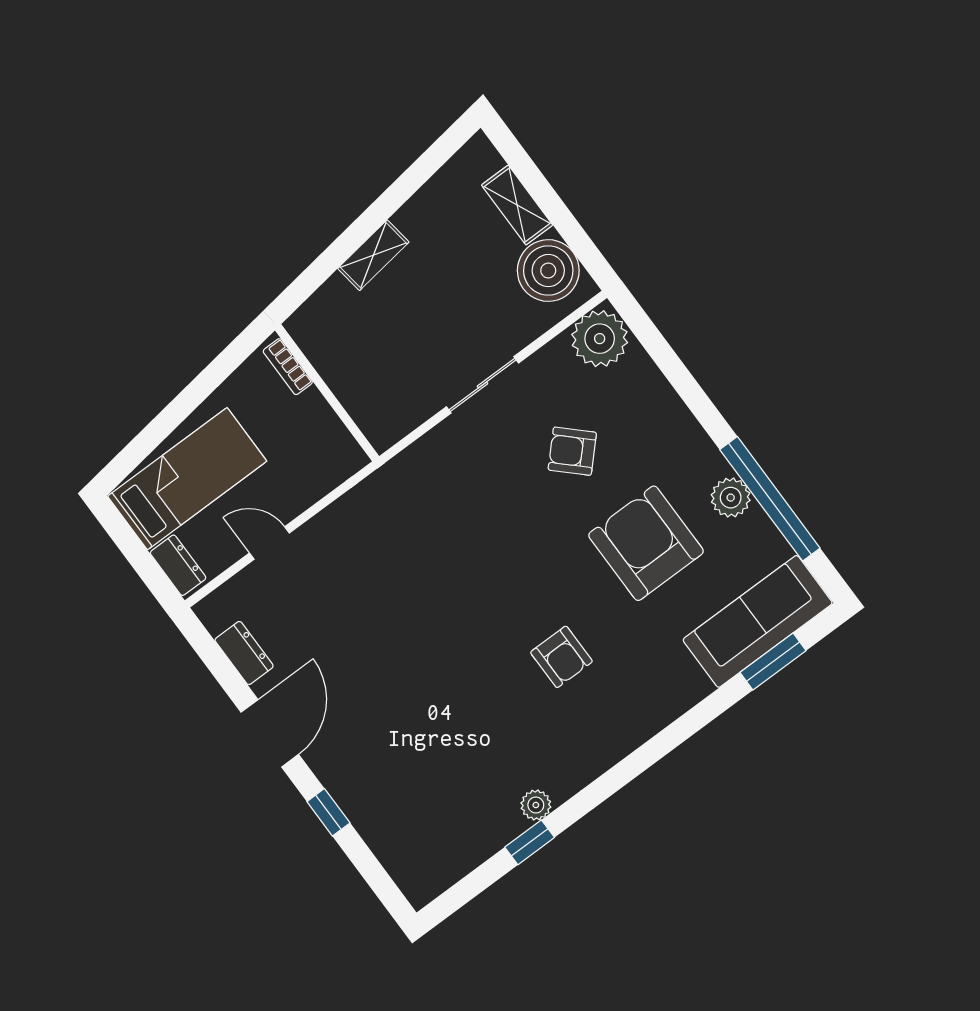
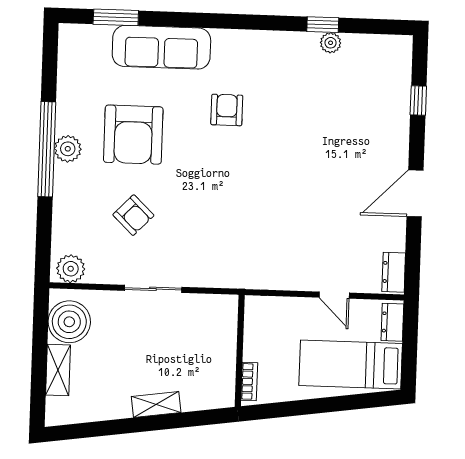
plant: (600, 339) -> (71, 269), width x0.73, depth x0.73
plant: (731, 498) -> (68, 149), moved
window: (770, 499) -> (47, 149), moved
sofa: (758, 621) -> (161, 47), moved
dresser: (244, 653) -> (394, 272), moved
plant: (536, 805) -> (331, 43), moved
window: (328, 812) -> (418, 101), moved

